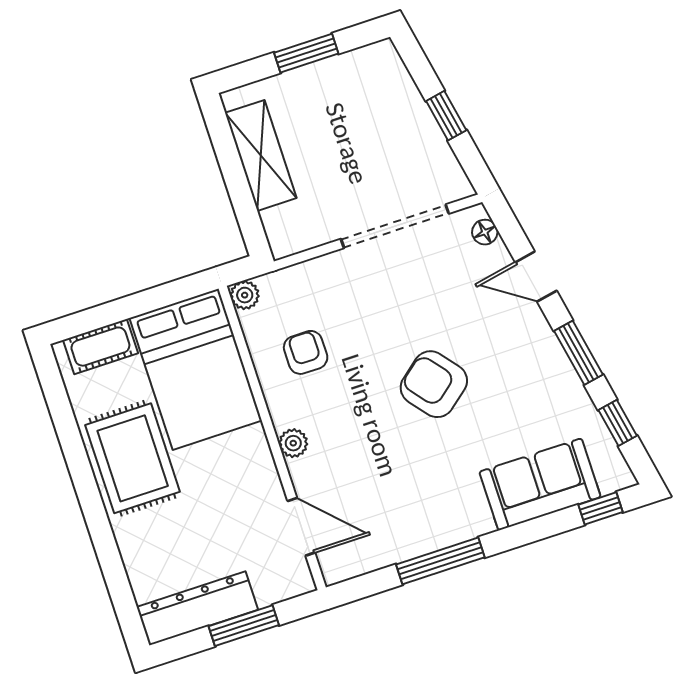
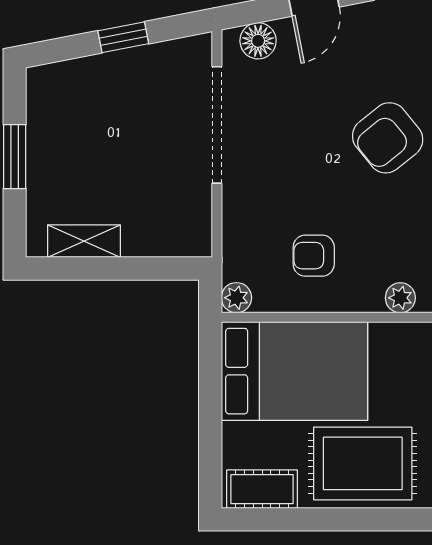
shelving: (261, 155) -> (84, 241), width x0.67, depth x0.75
floor lamp: (485, 232) -> (258, 41), width x1.37, depth x1.37
cot: (100, 347) -> (262, 489), moved, turned 90

